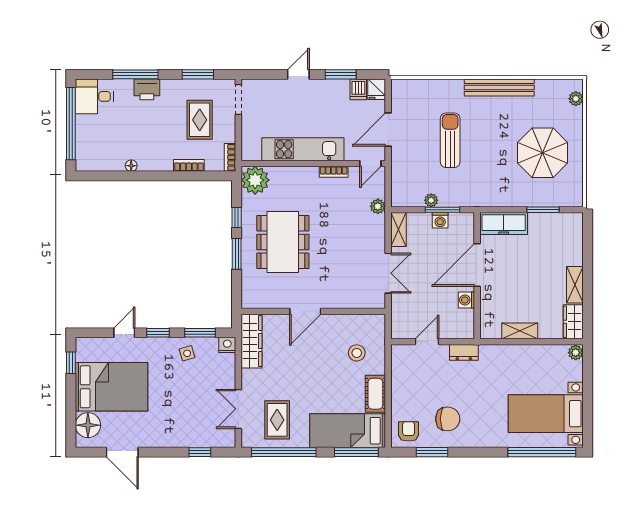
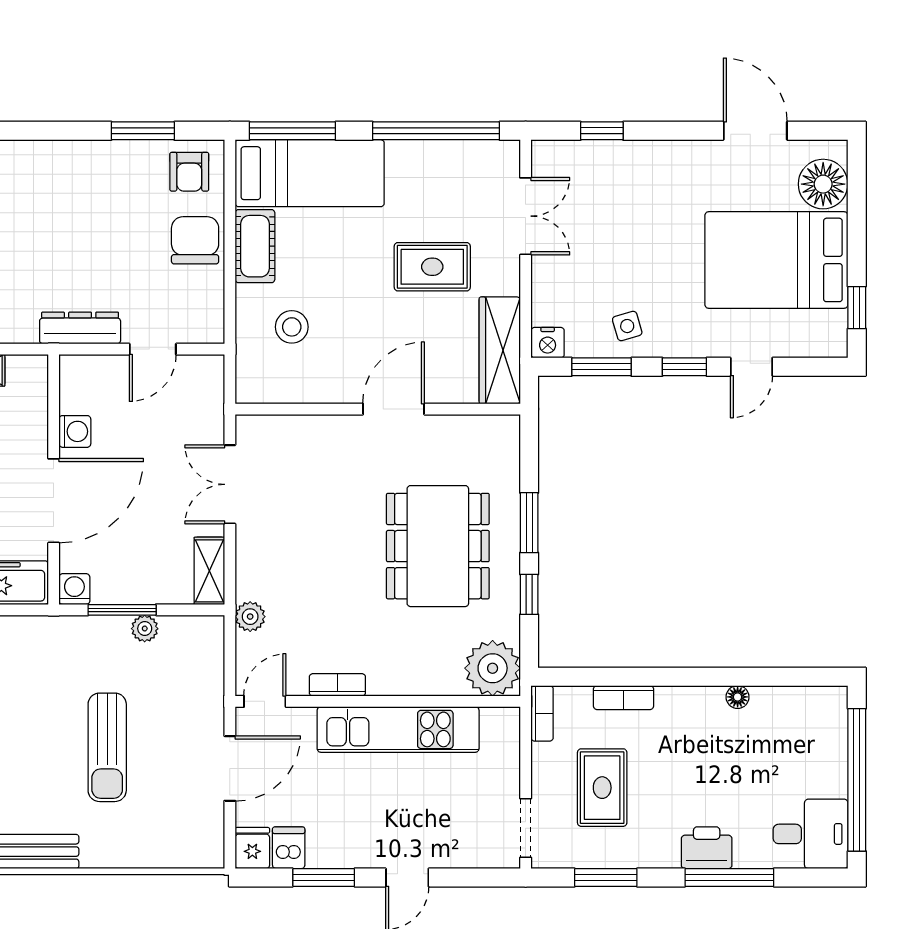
washing machine: (440, 220) -> (74, 589), moved
dresser: (464, 352) -> (80, 328), width x1.44
chair: (448, 419) -> (195, 240), moved, turned 90
rug: (277, 420) -> (432, 267), moved, turned 90

